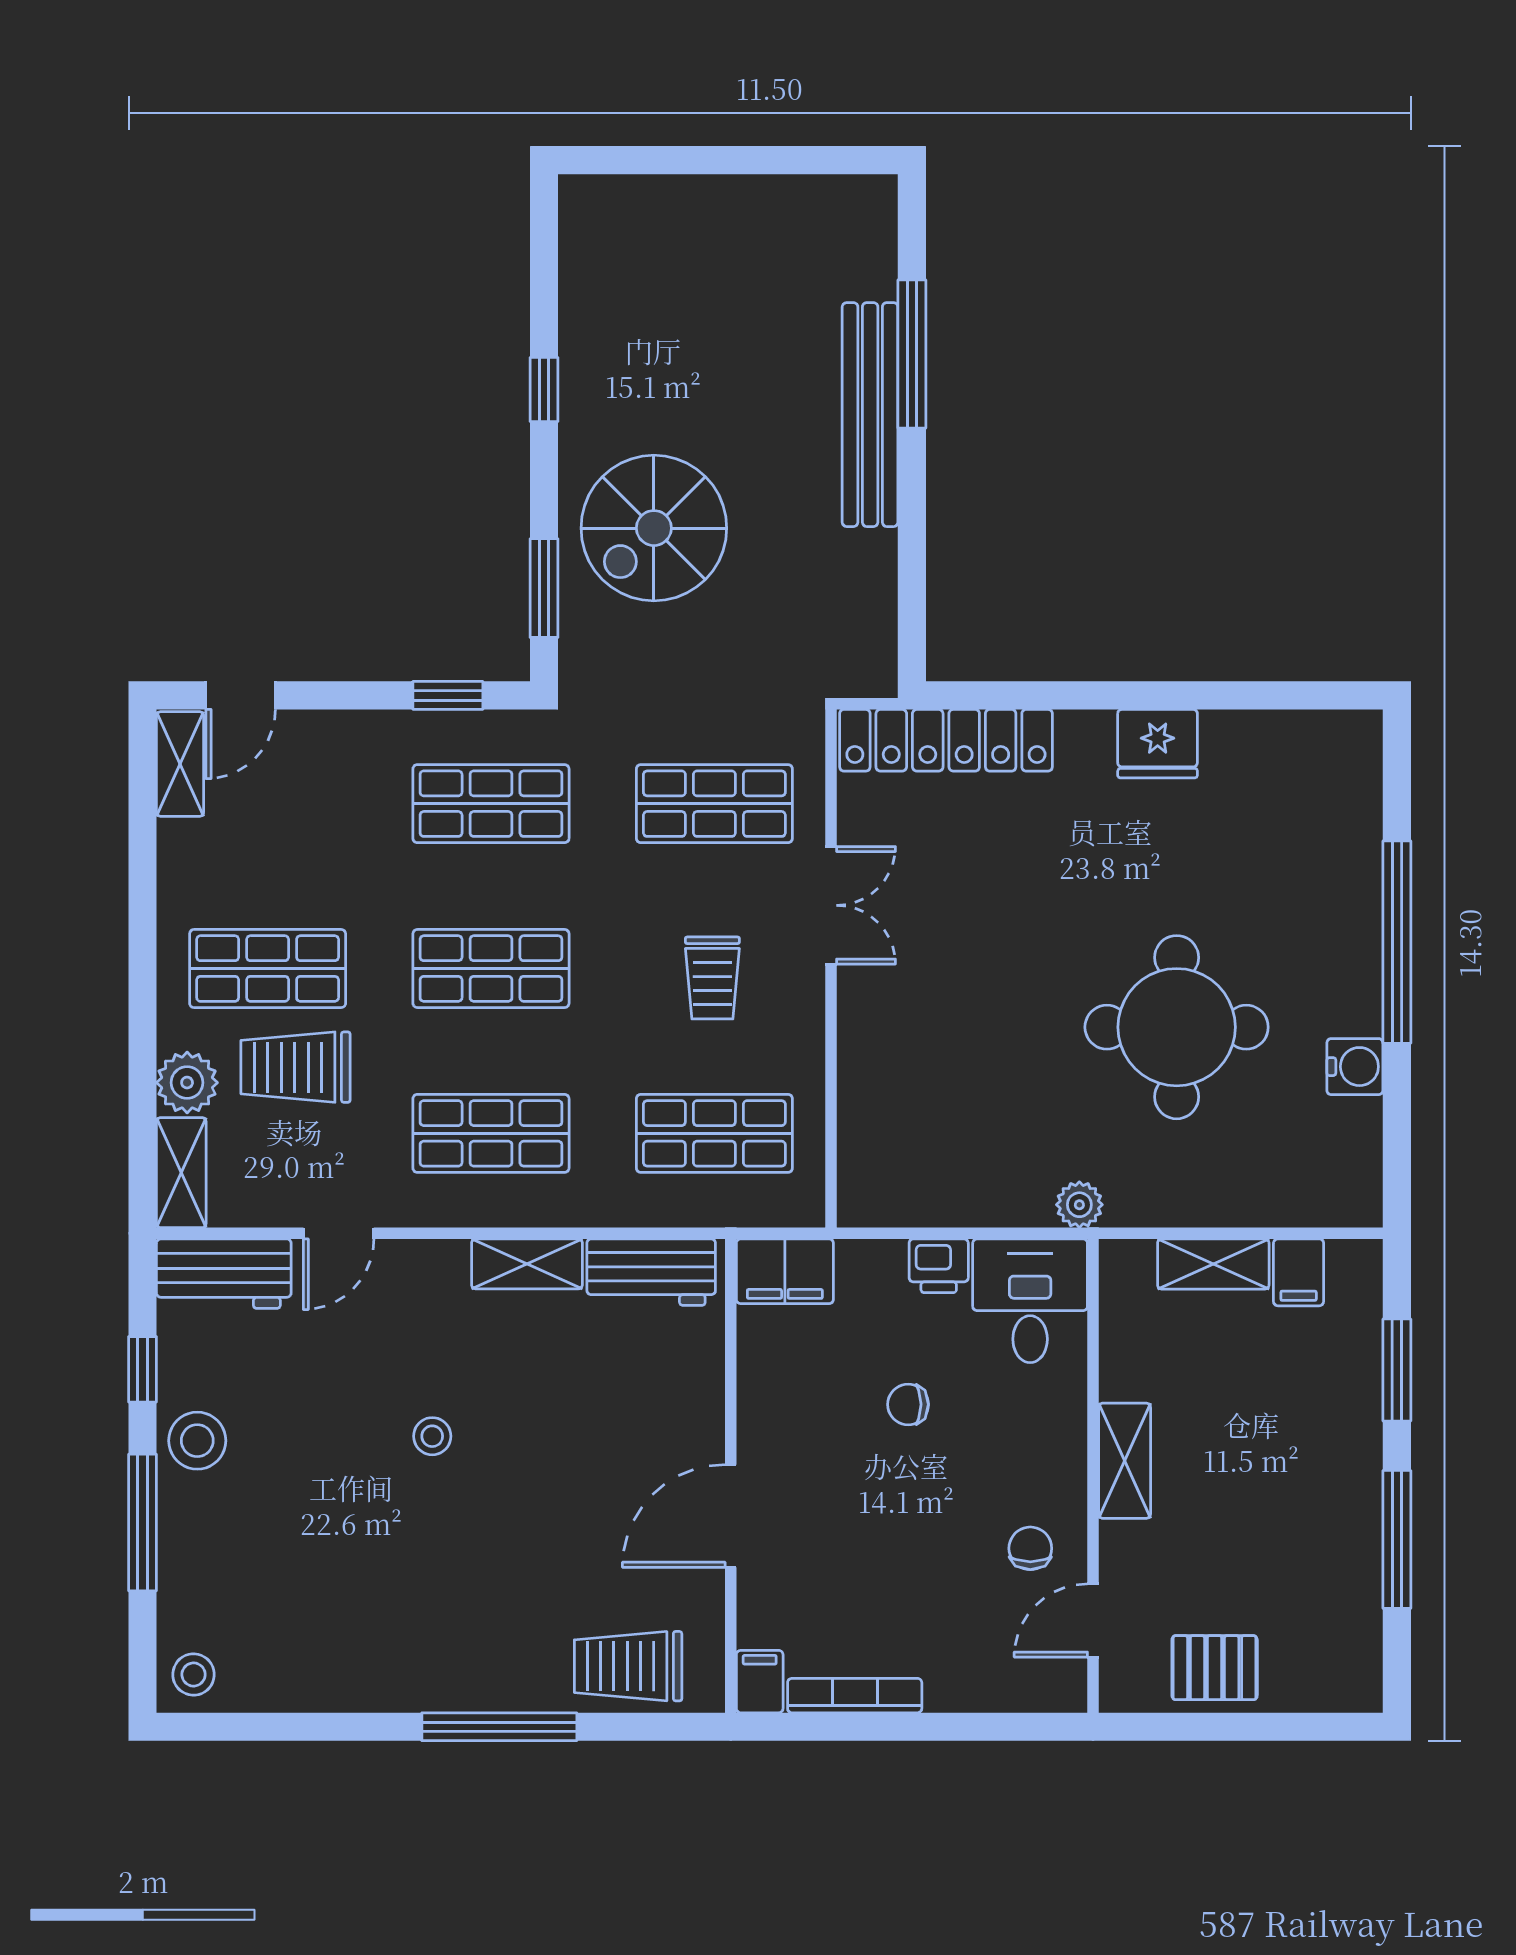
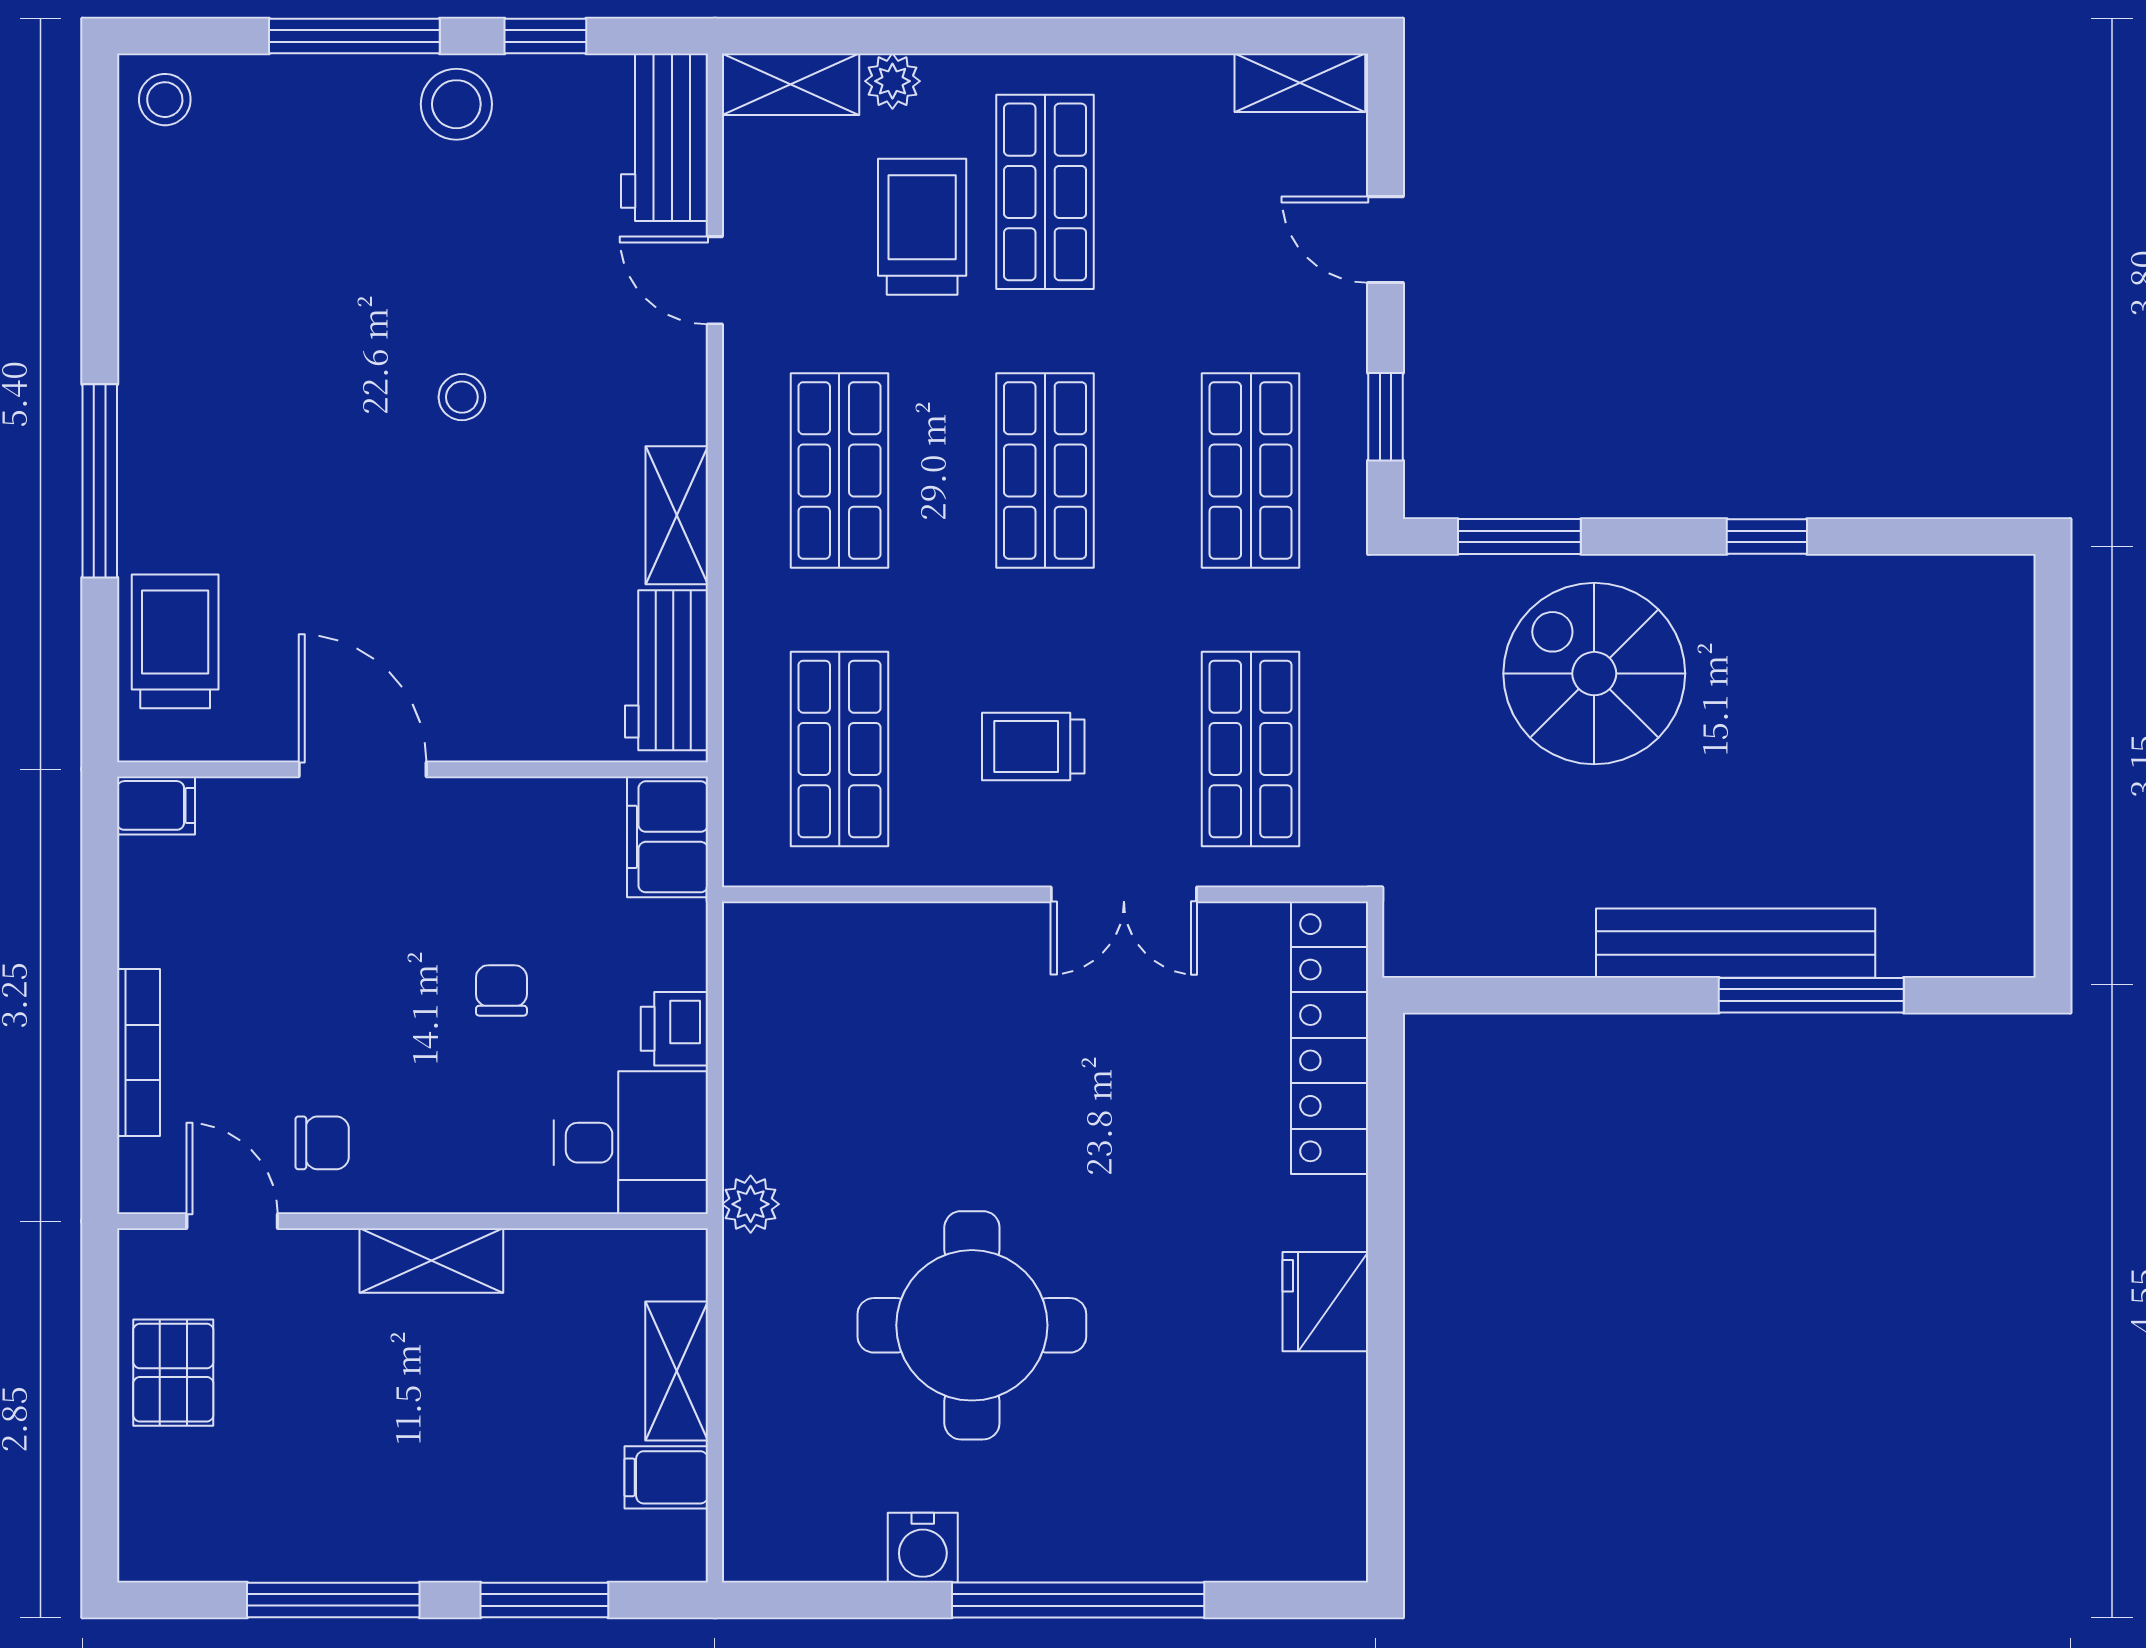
door: (241, 695) -> (1386, 240), moved
plant: (187, 1083) -> (892, 81), width x0.73, depth x0.73
bookcase: (855, 1696) -> (139, 1052), moved

